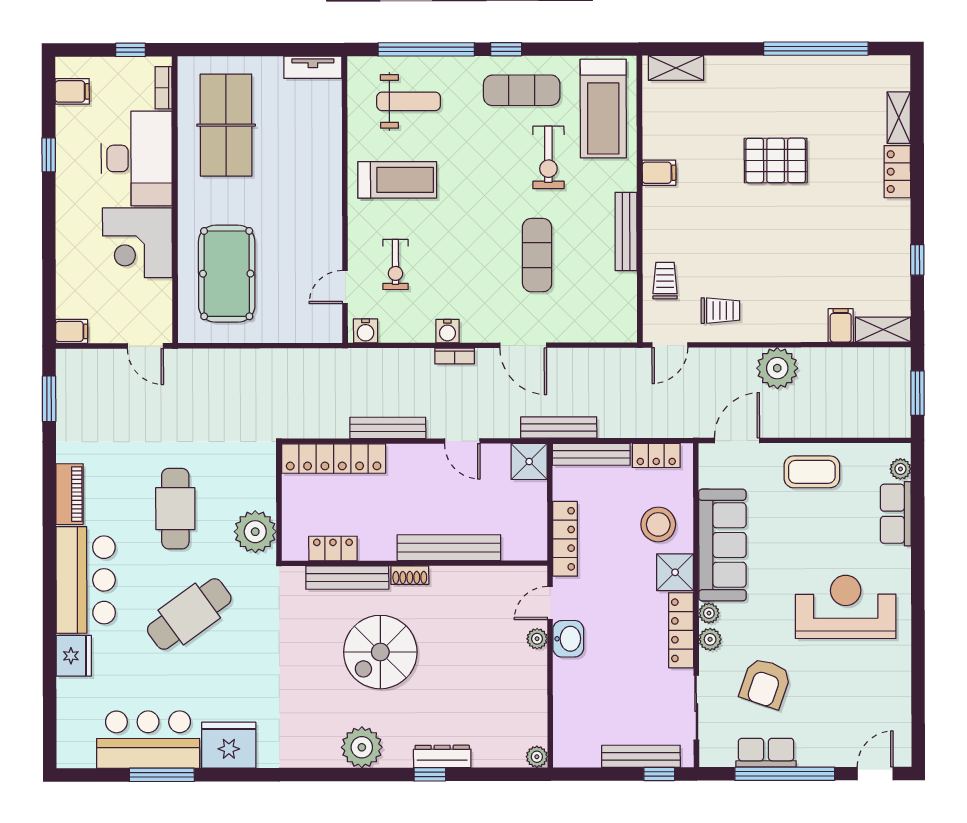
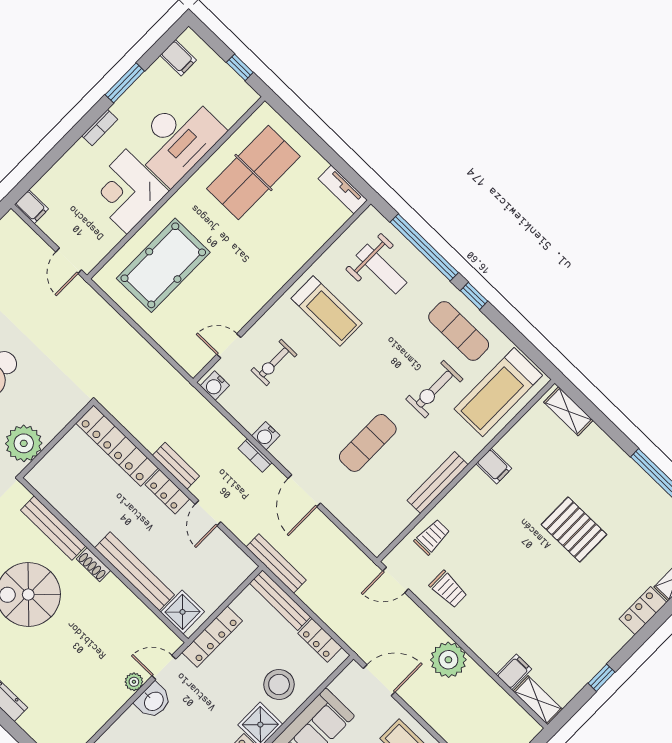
bookcase: (164, 88) -> (100, 128), moved, turned 180
window: (49, 155) -> (125, 83), width x1.50
bench: (388, 428) -> (176, 466), width x0.73
shower: (529, 462) -> (183, 612), moved
locker: (333, 548) -> (167, 492), moved, turned 180

